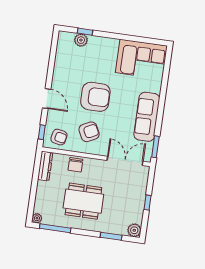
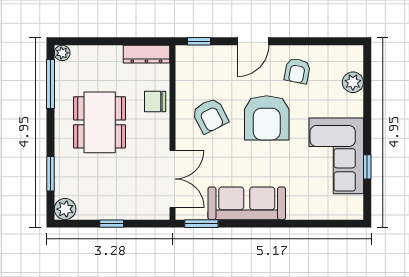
window: (85, 32) -> (367, 167), moved
corner sofa: (141, 59) -> (336, 156), moved
armchair: (59, 137) -> (297, 71), moved

